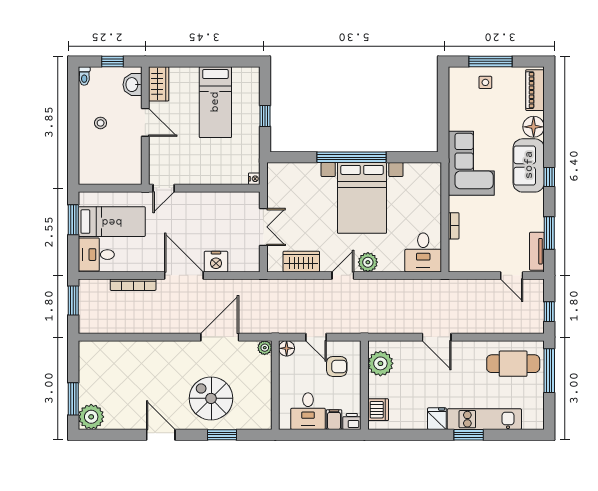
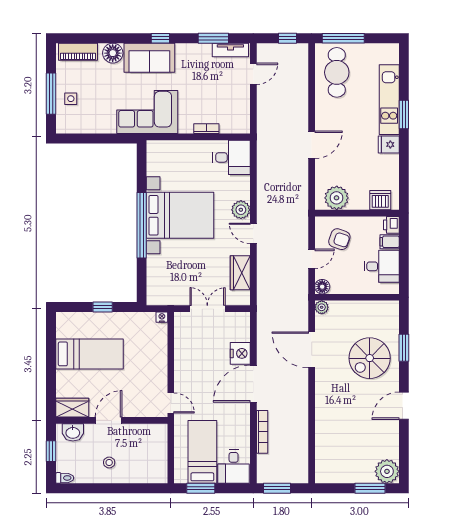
armchair: (337, 366) -> (339, 239), turned 109

